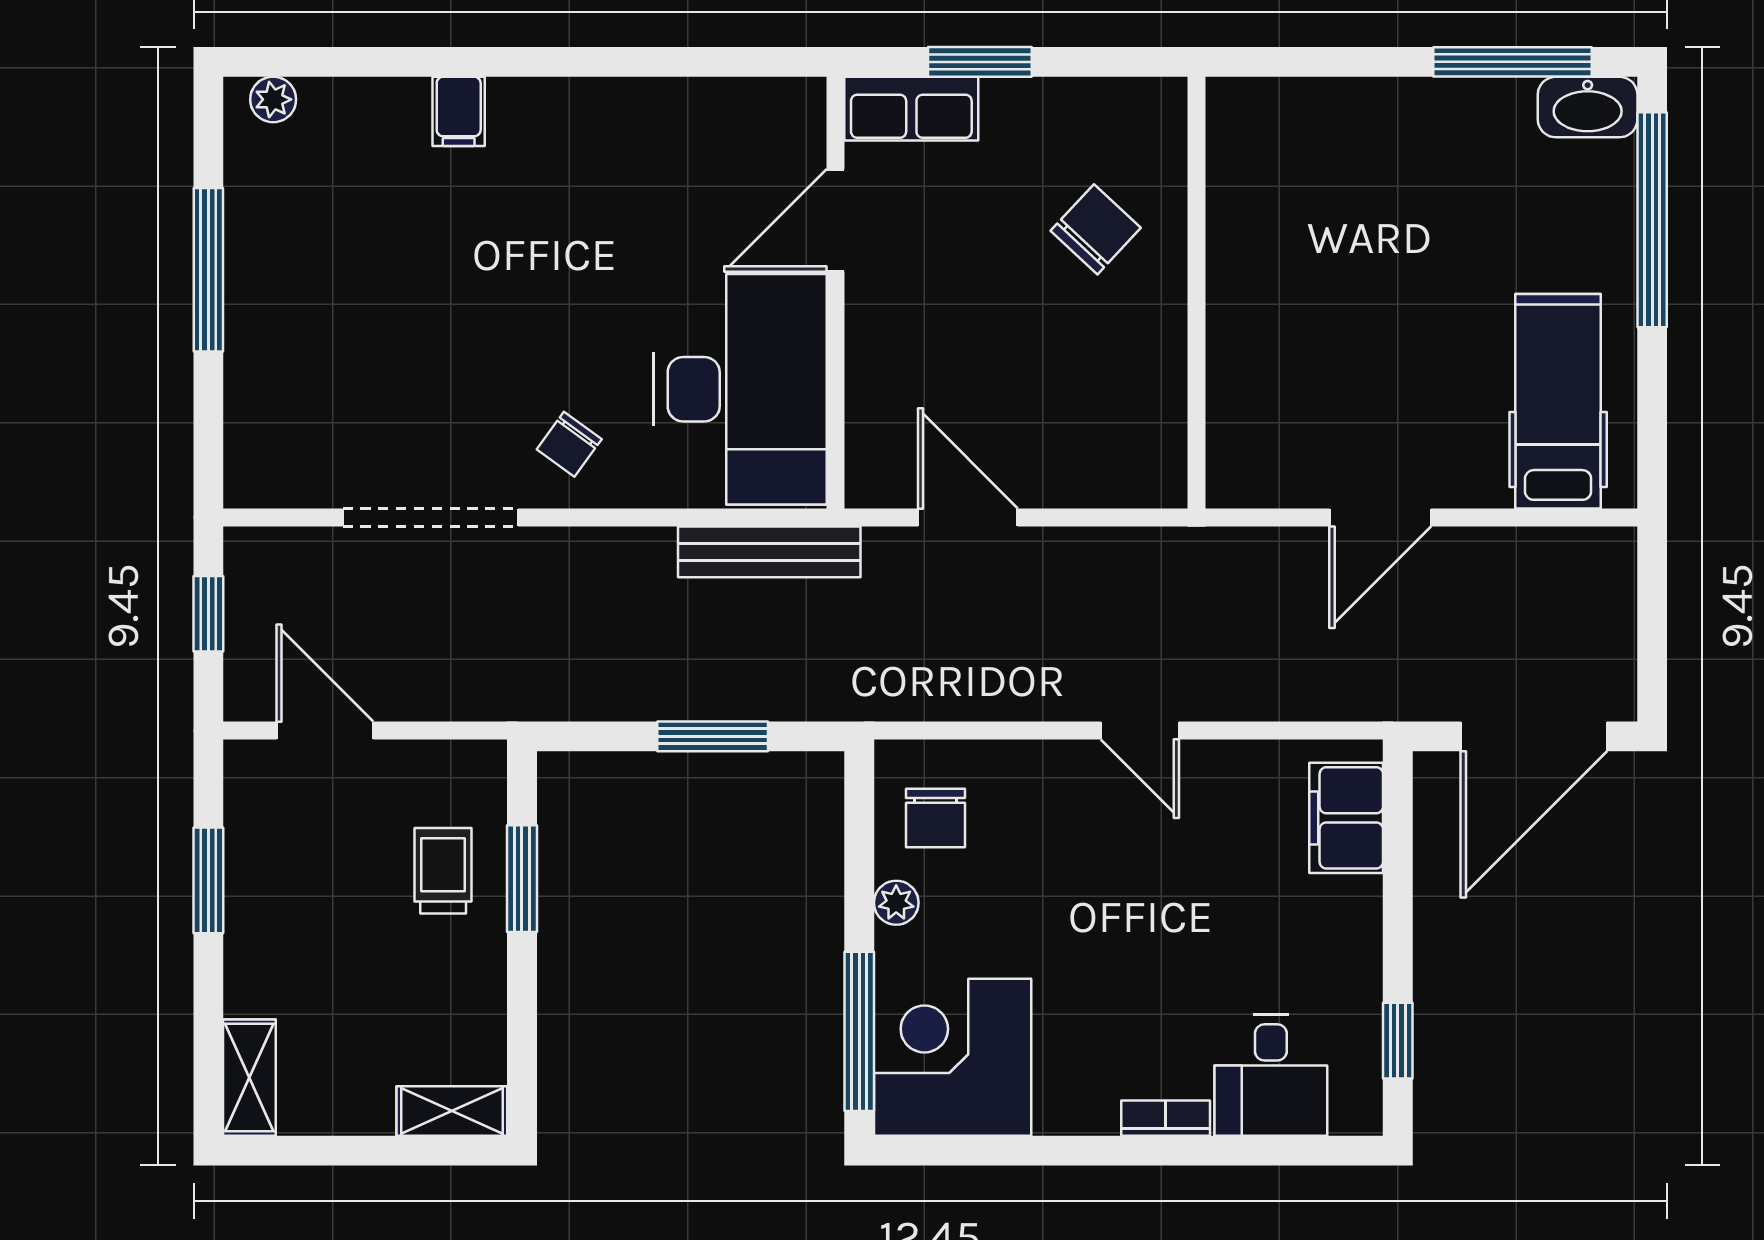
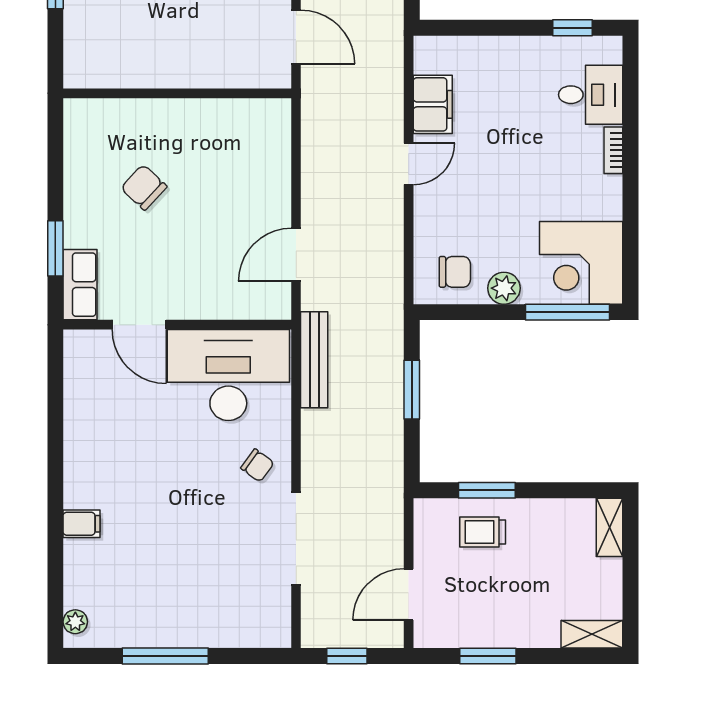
wall: (1197, 293) -> (177, 93), moved
filing cabinet: (1346, 818) -> (433, 104), moved, turned -90
plant: (896, 903) -> (504, 288), width x1.38, depth x1.38

